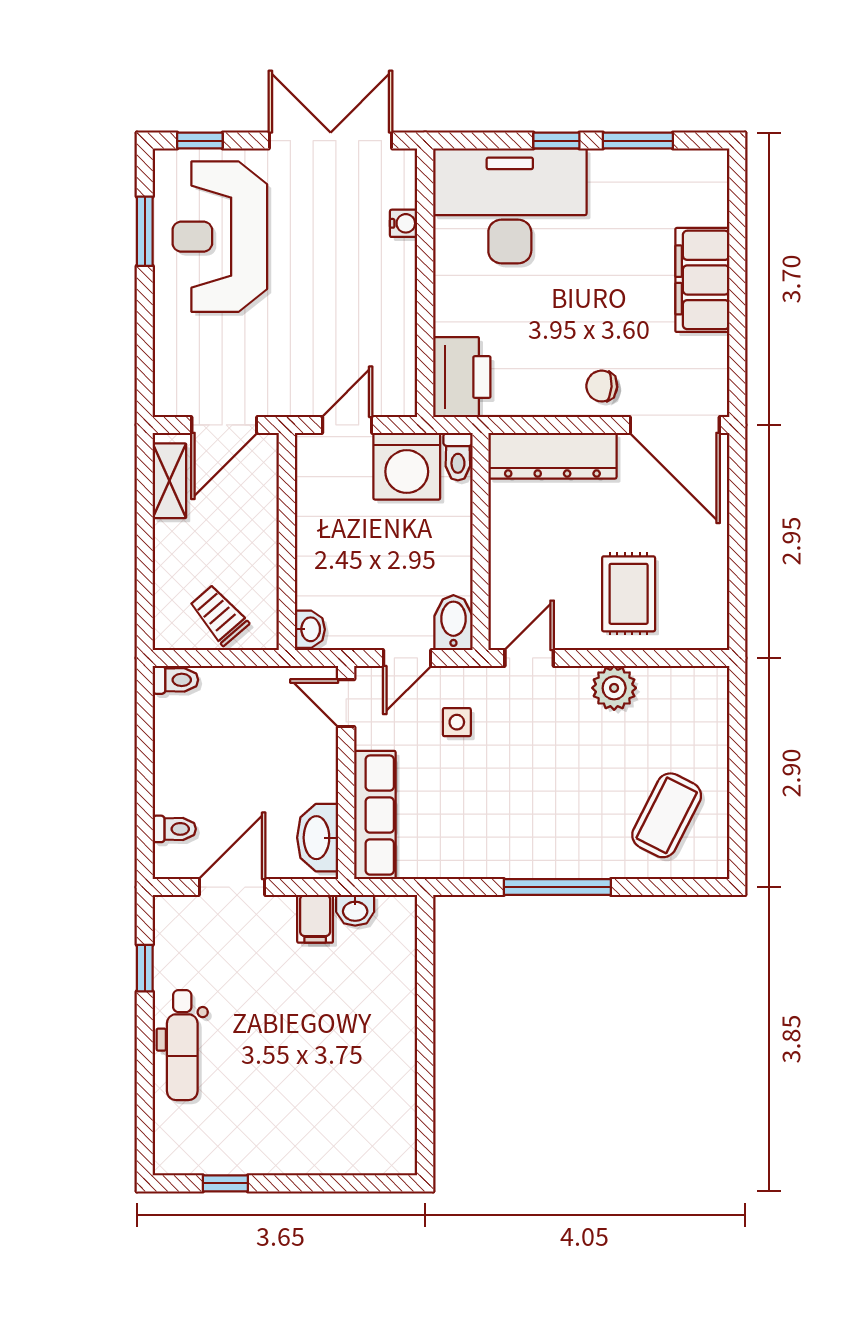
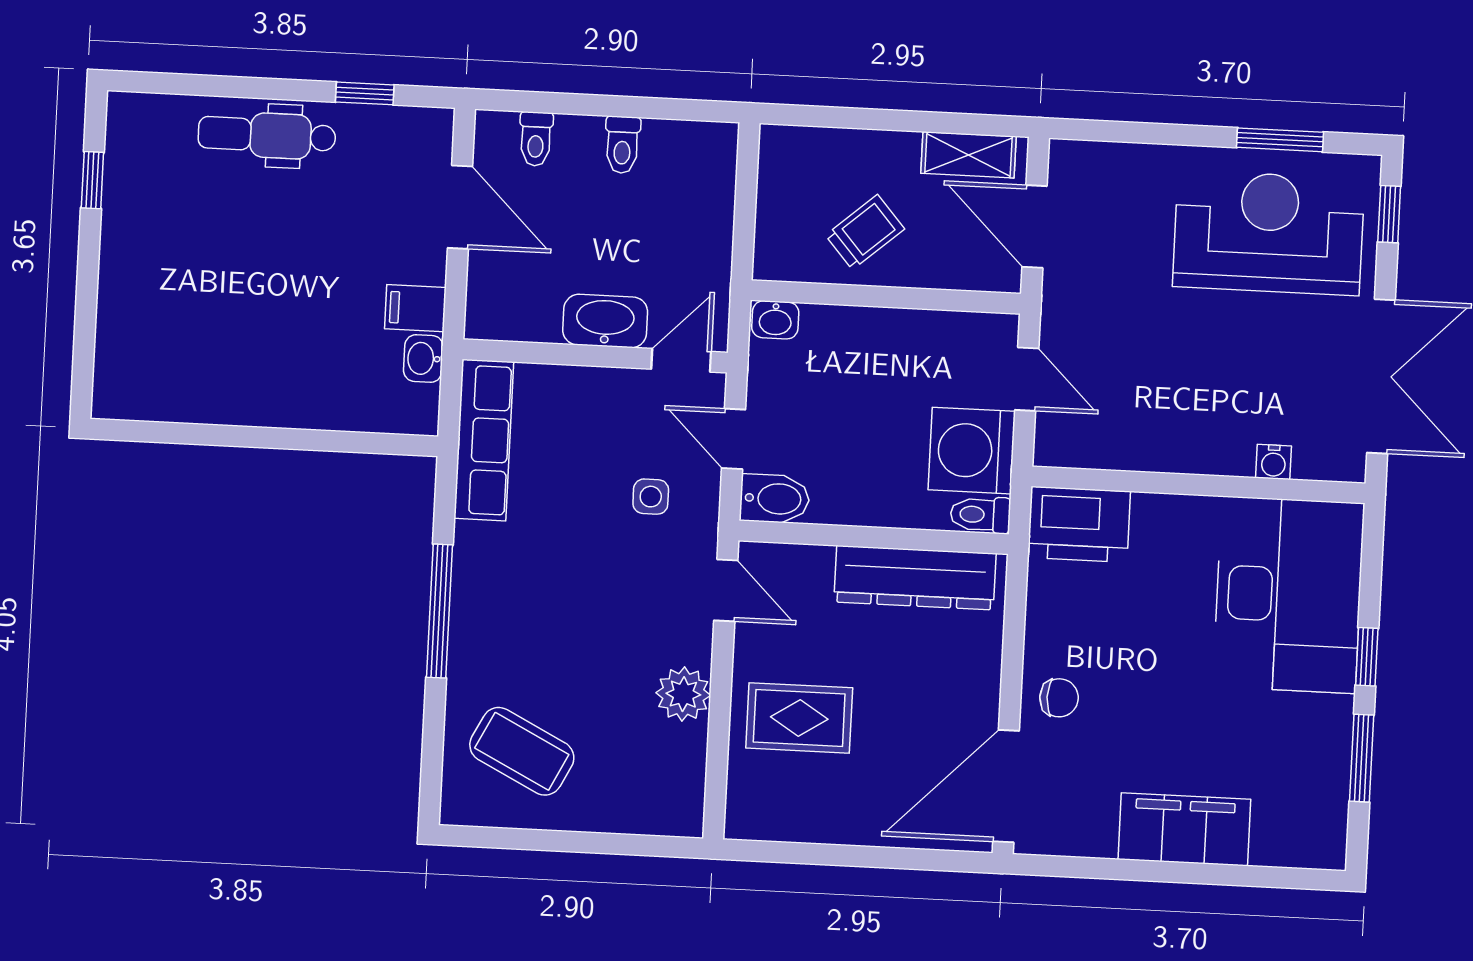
chair: (602, 386) -> (1059, 698), turned 86
dresser: (552, 456) -> (915, 578), moved, turned -90
trolley: (219, 615) -> (865, 232), moved
toilet: (175, 680) -> (622, 145), moved
row of seats: (375, 815) -> (484, 440), moved, turned -90
washbasin: (318, 838) -> (605, 321), moved

